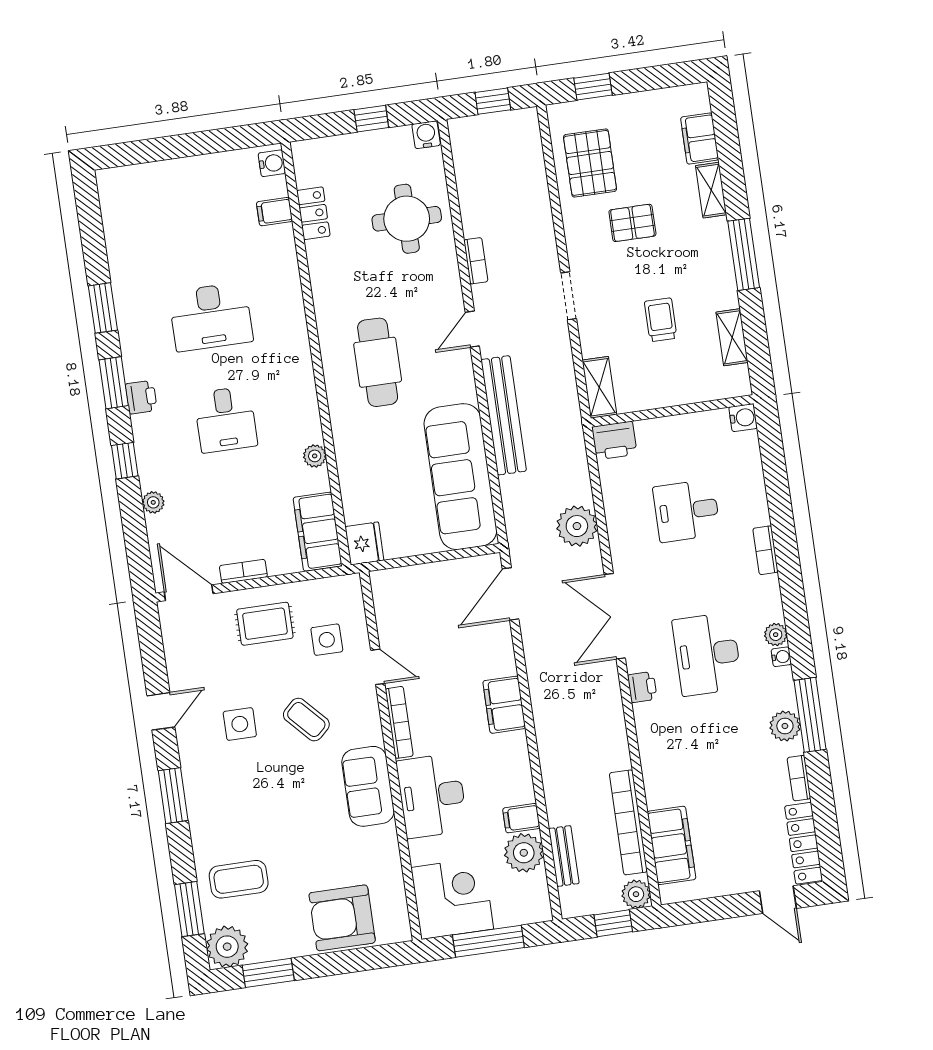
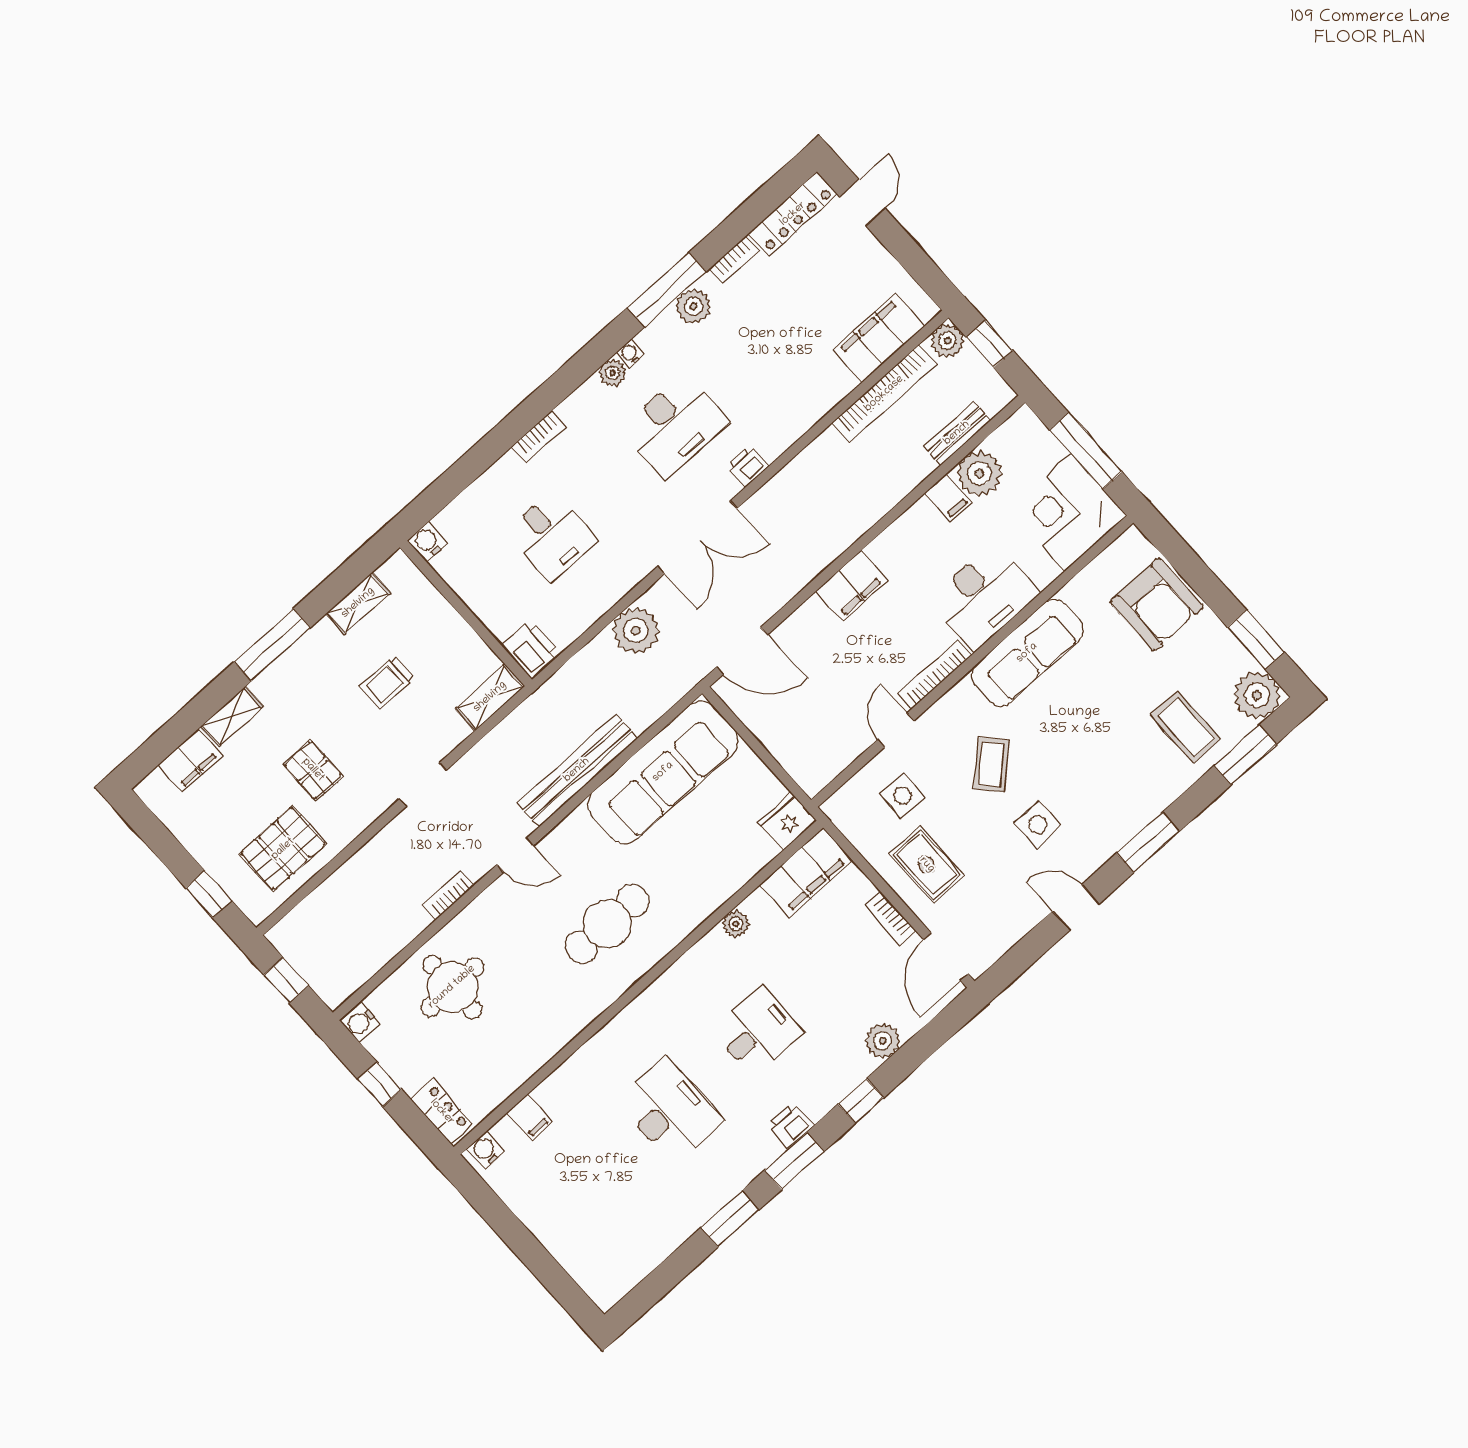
locker: (313, 213) -> (442, 1112), moved, turned 90
plant: (153, 502) -> (883, 1041), width x1.38, depth x1.38
sofa: (368, 786) -> (1027, 653), width x1.36

